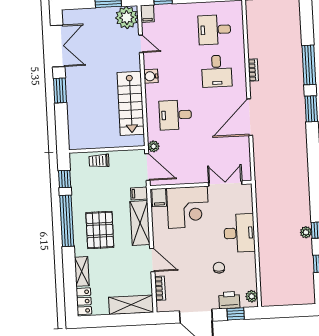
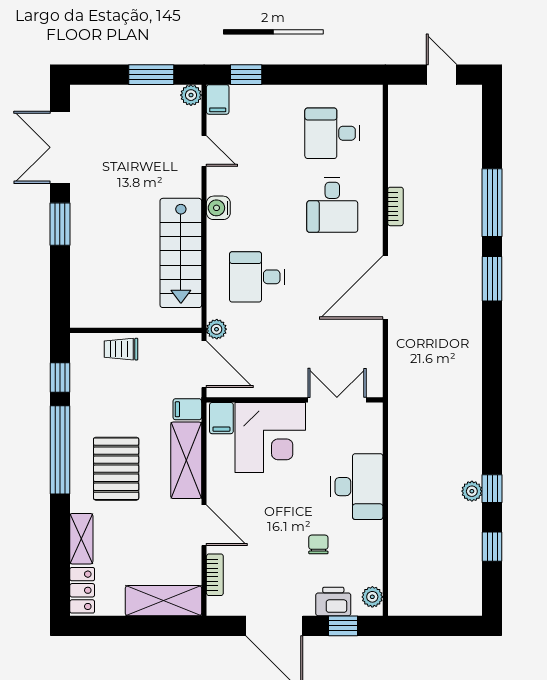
plant: (127, 17) -> (191, 95), width x0.53, depth x0.53
double door: (58, 46) -> (60, 147), swing flipped

